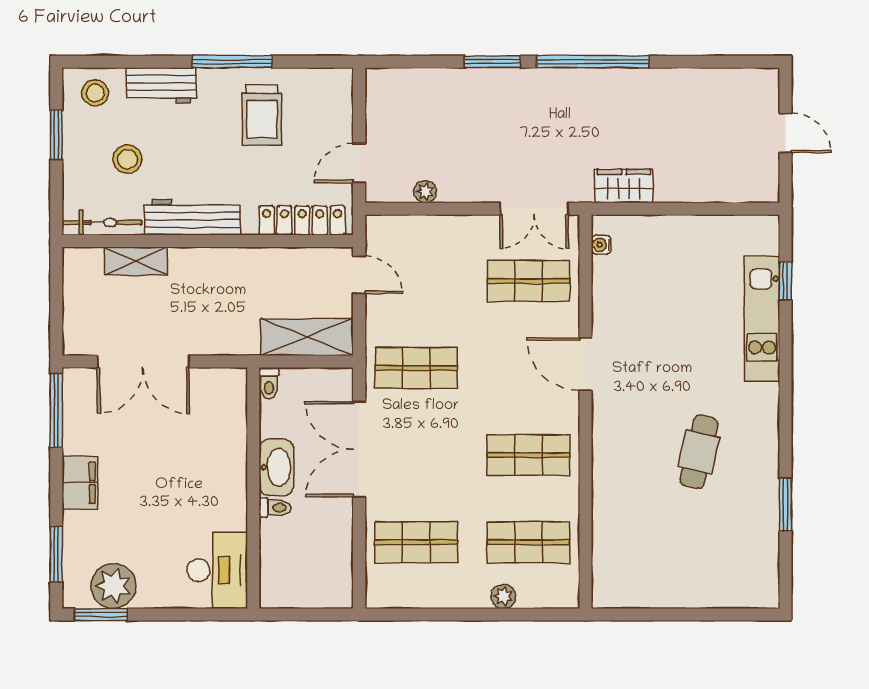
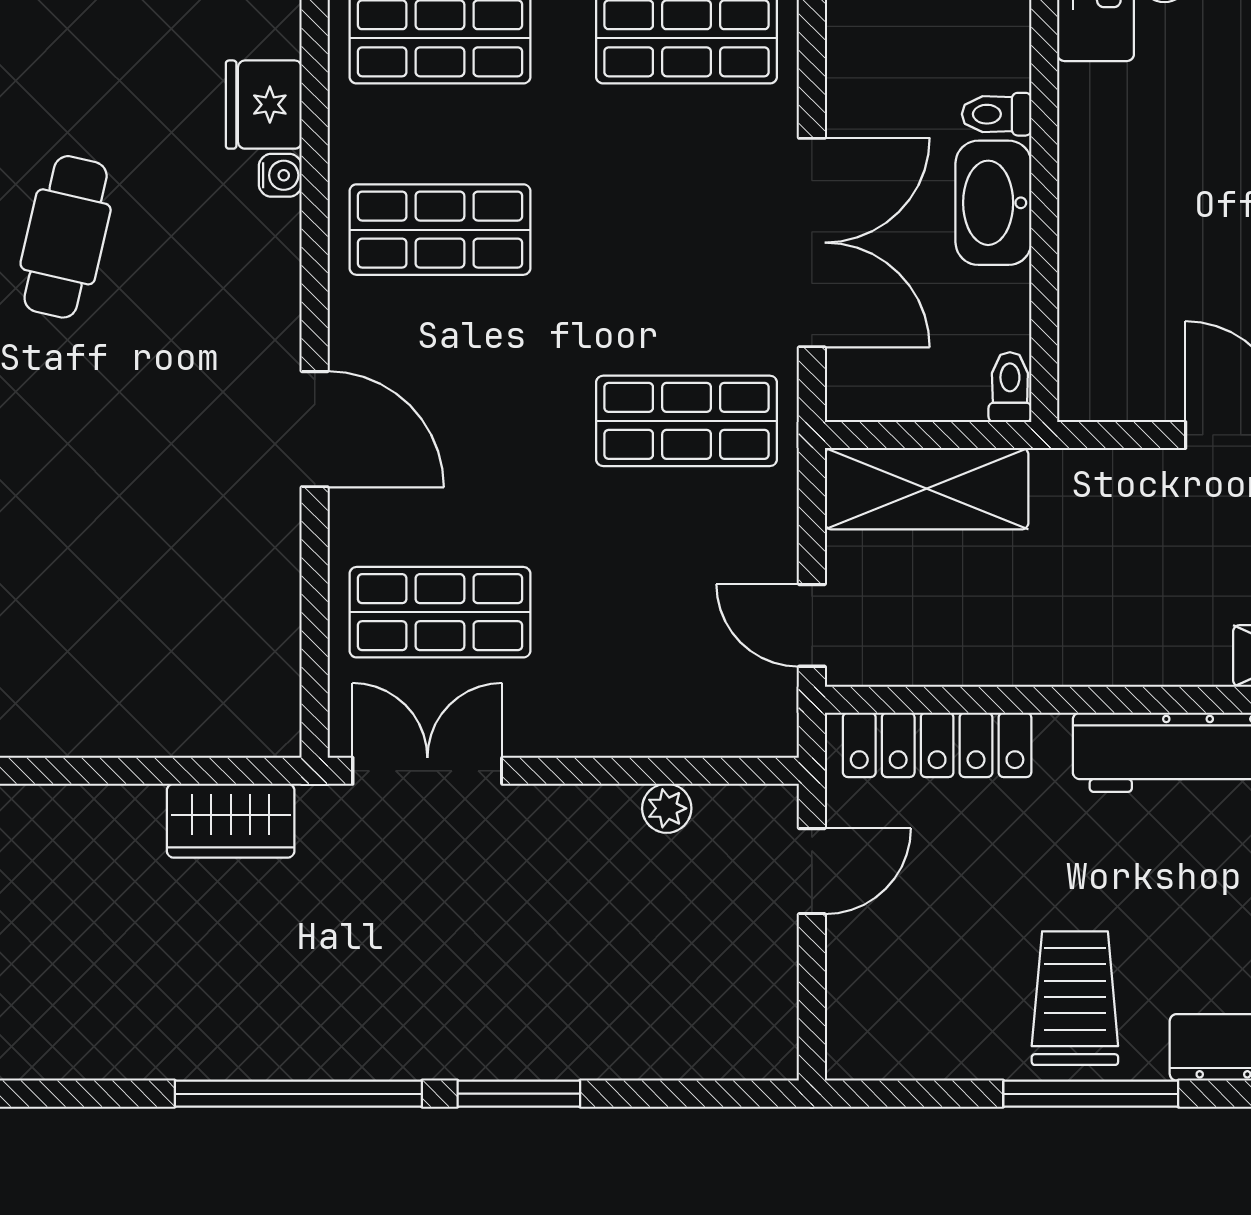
trolley: (262, 115) -> (1075, 998), moved
water cooler: (601, 245) -> (280, 175), moved
fridge: (609, 512) -> (264, 105), added

